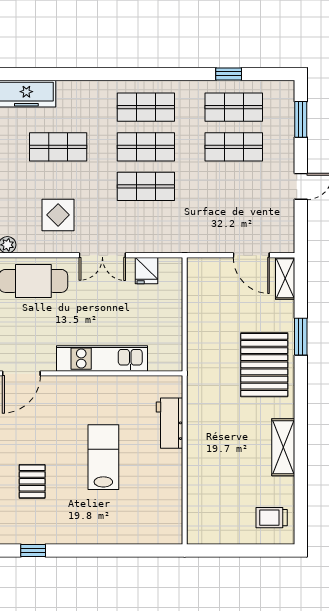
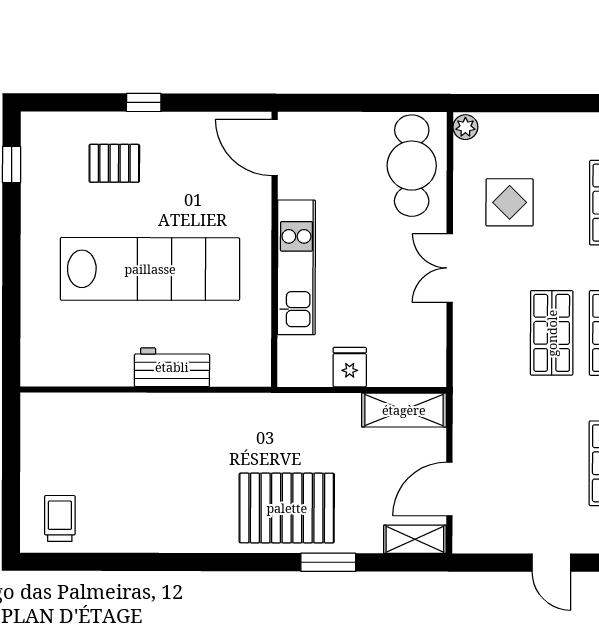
fridge: (146, 271) -> (350, 367), moved, turned 90
workbench: (170, 423) -> (172, 367), moved
shelving: (283, 447) -> (404, 410), moved
lab bench: (103, 457) -> (150, 269), width x1.86, depth x1.39

